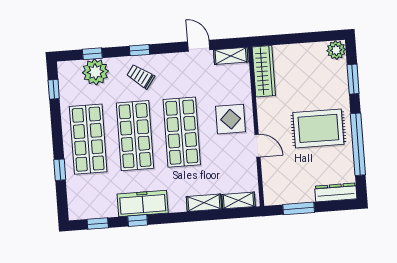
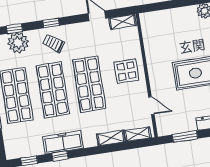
wardrobe: (264, 71) -> (149, 32), removed
door: (258, 146) -> (151, 106), moved

